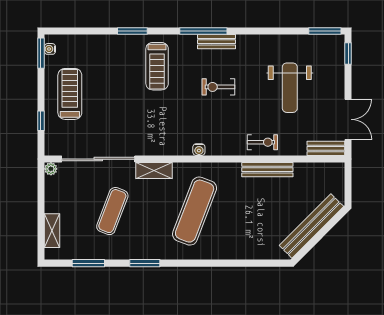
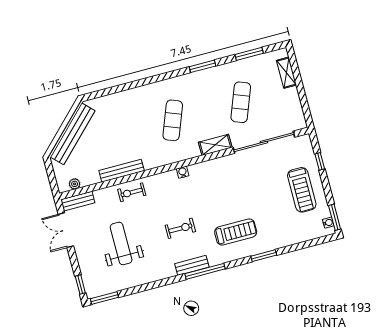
treadmill: (157, 66) -> (236, 232), turned 90
plant: (51, 169) -> (75, 184), moved
exercise mat: (195, 211) -> (173, 120), width x0.73, depth x0.69

